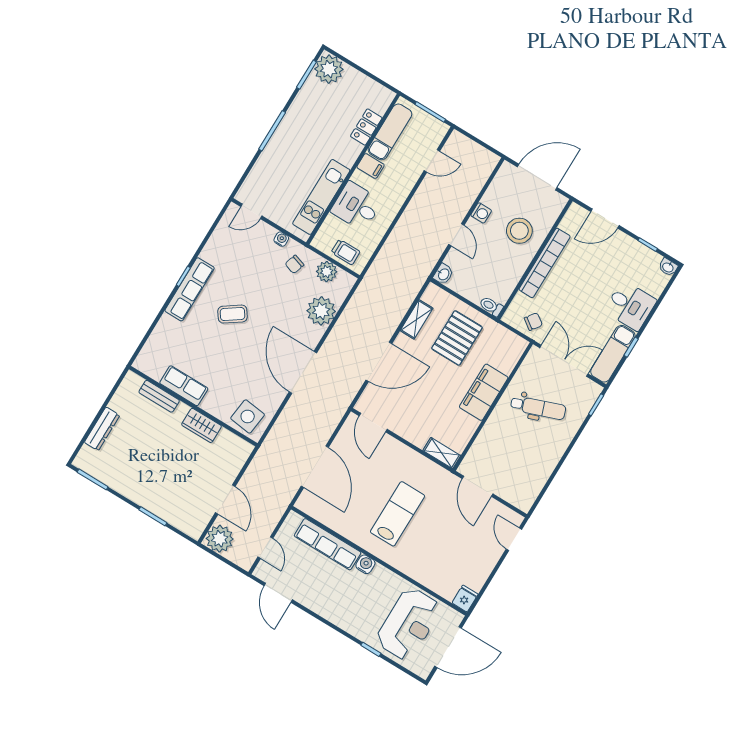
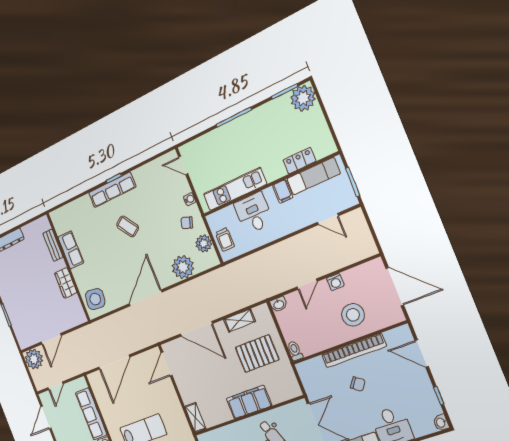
chair: (533, 322) -> (358, 384), moved

